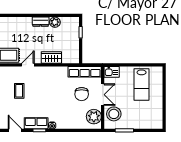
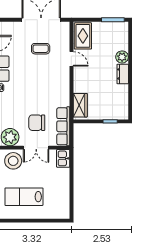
plant: (55, 22) -> (122, 57), moved
wardrobe: (51, 58) -> (80, 105), moved
lab bench: (142, 84) -> (24, 197), moved

